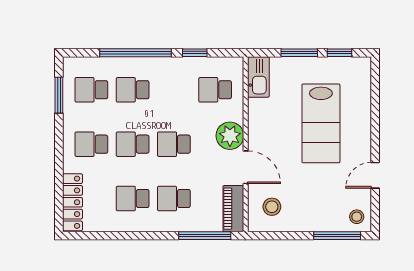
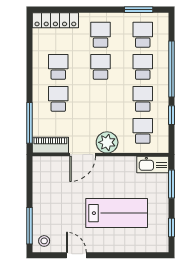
window: (299, 53) -> (172, 184), moved
lab bench: (321, 123) -> (117, 213), turned 180
school desk: (174, 144) -> (143, 99), moved
stool: (272, 207) -> (52, 175), removed

